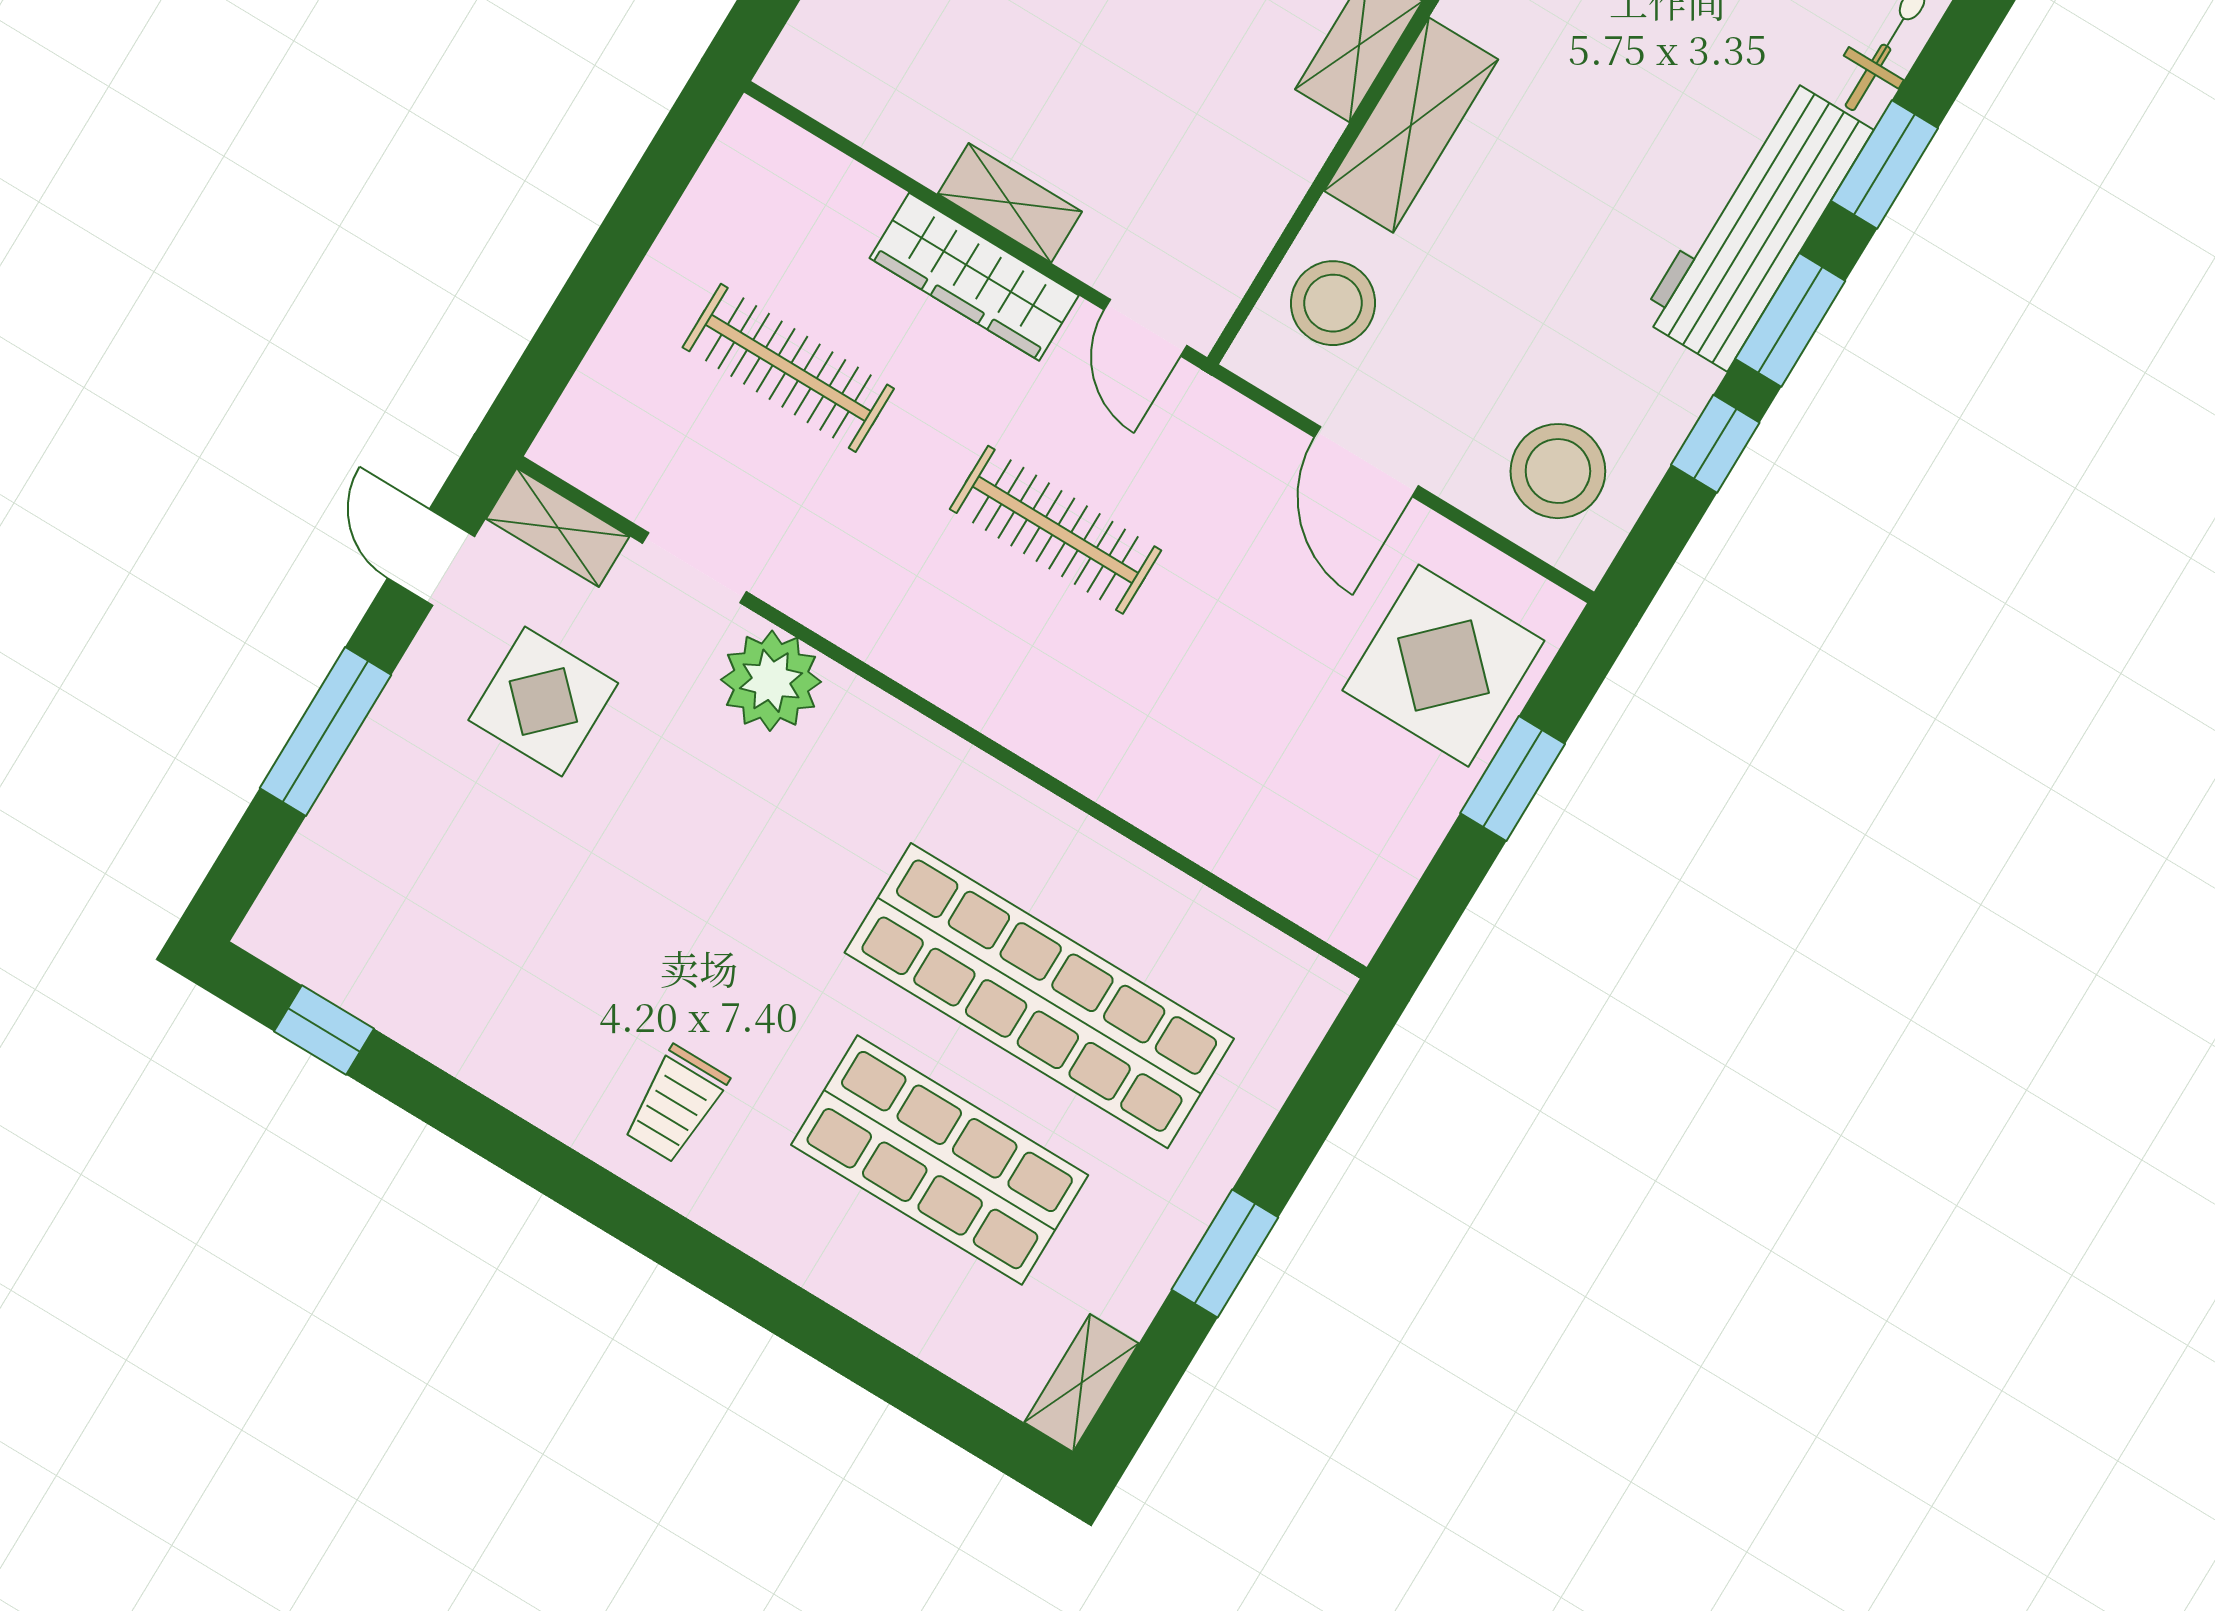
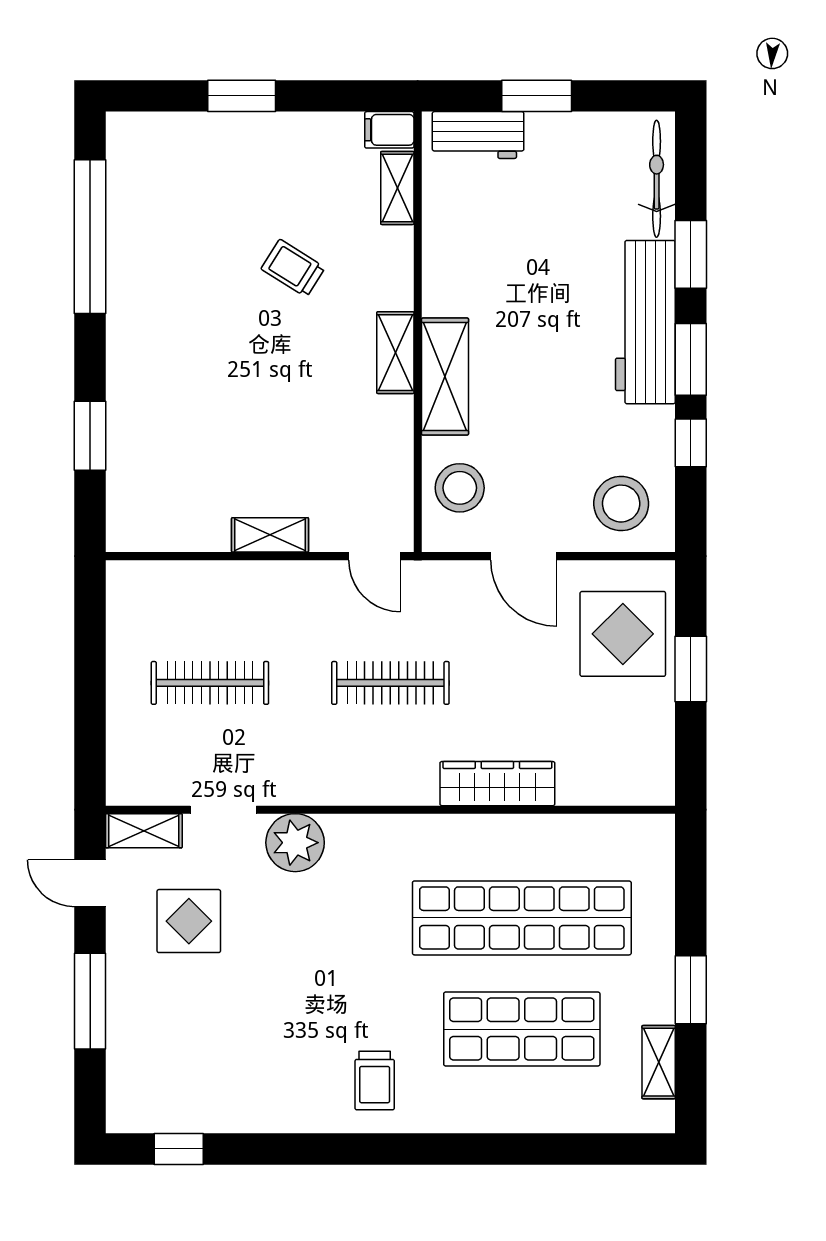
wardrobe: (974, 277) -> (497, 784), moved, turned 180
shelving: (1082, 1383) -> (659, 1062), moved

